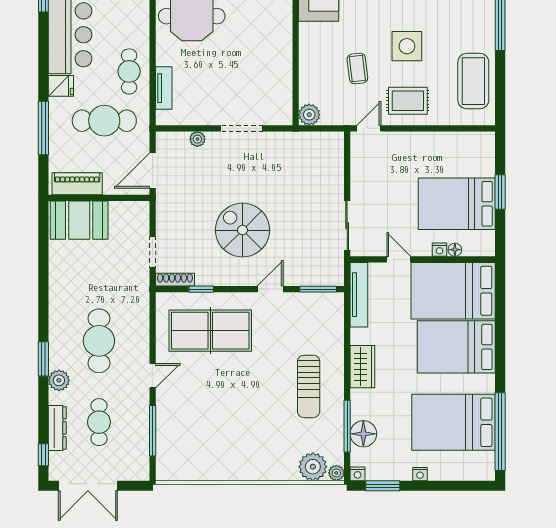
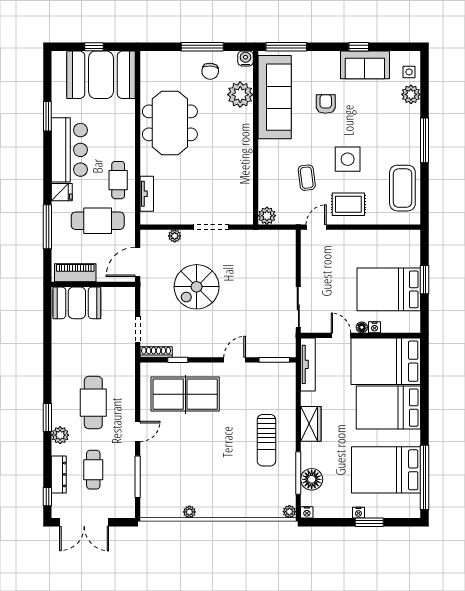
spiral stairs: (243, 230) -> (197, 287), moved, turned -90
floor lamp: (455, 250) -> (362, 327), moved
plant: (313, 467) -> (189, 512), moved, width x0.53, depth x0.53
window: (383, 486) -> (369, 522), moved

